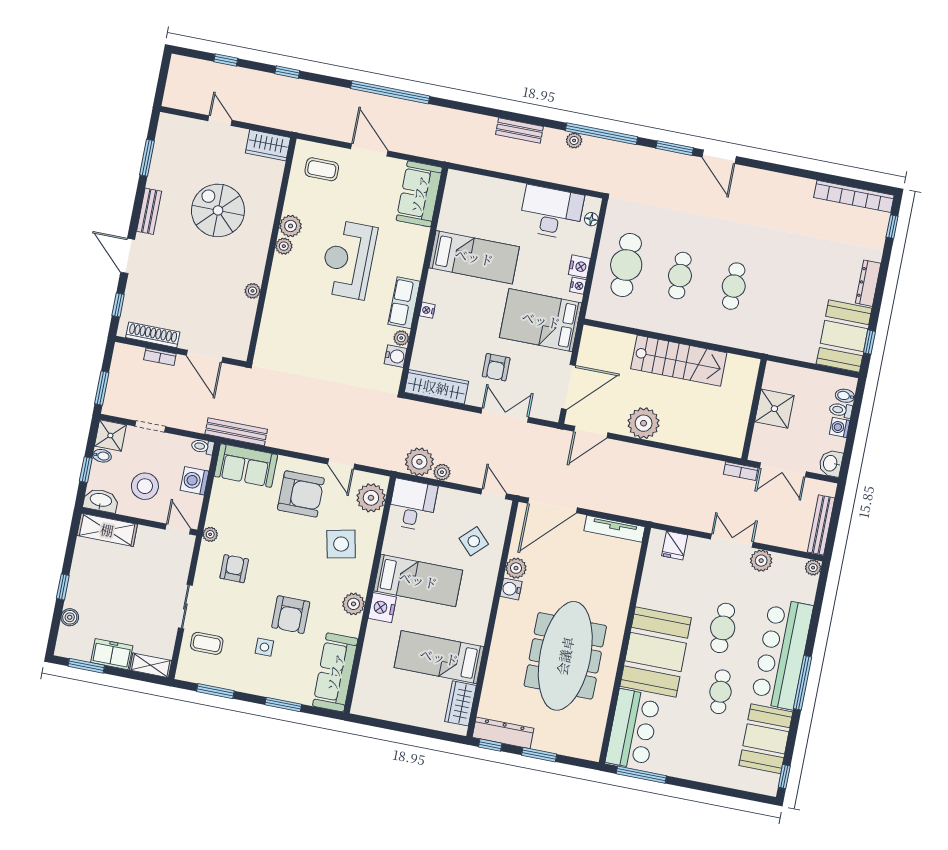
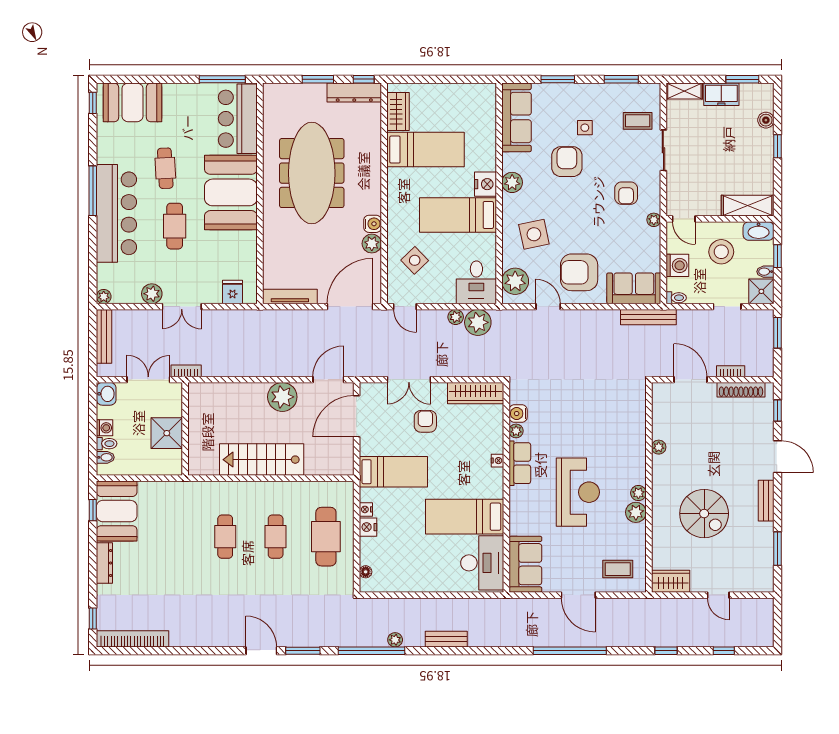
desk: (551, 212) -> (482, 563), moved, turned -90
bed: (541, 320) -> (393, 472), width x0.67
booth: (766, 739) -> (133, 102), moved, turned 90

